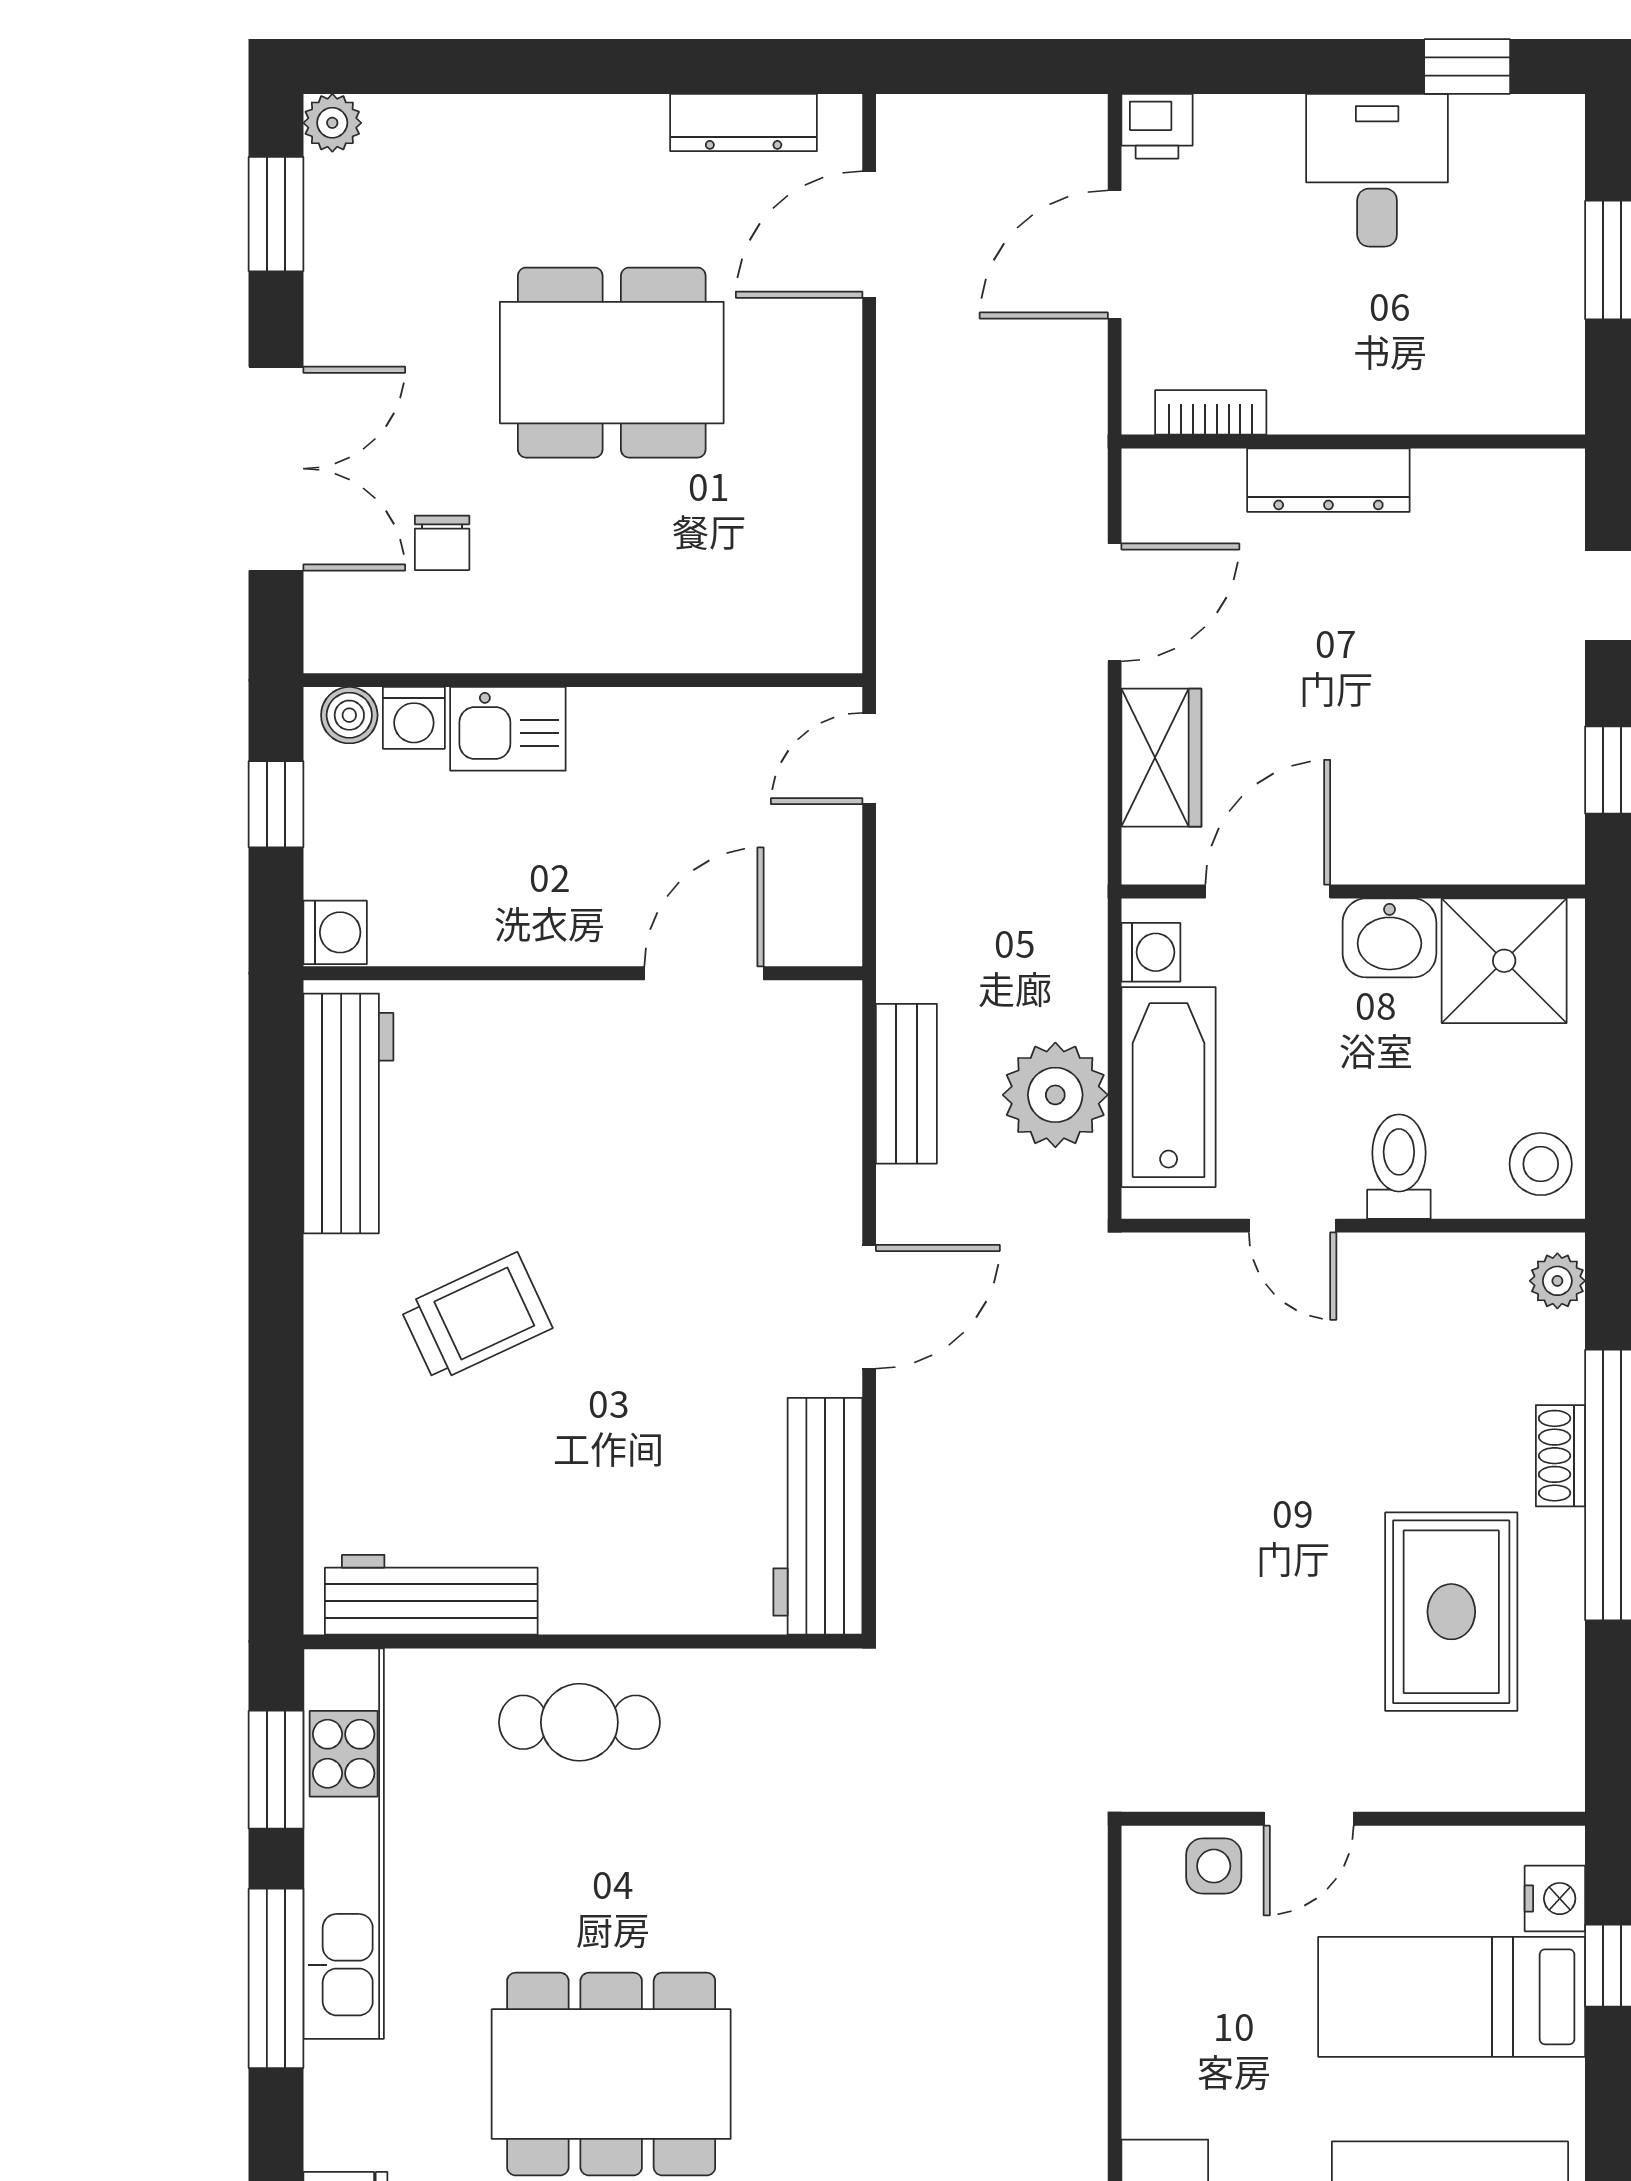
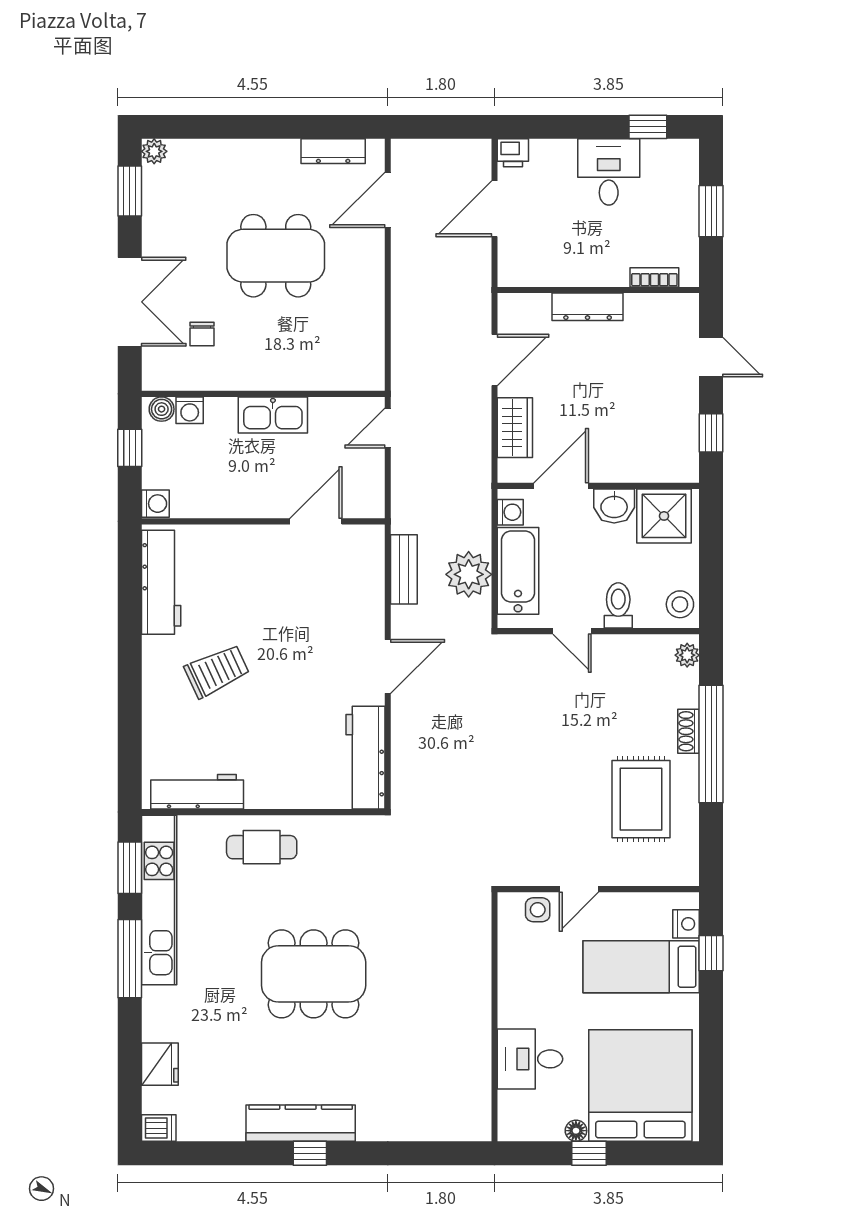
bookcase: (1211, 412) -> (654, 277), moved
kitchen sink: (508, 729) -> (273, 415), moved, width x1.38
dining table: (611, 2074) -> (314, 974), moved

